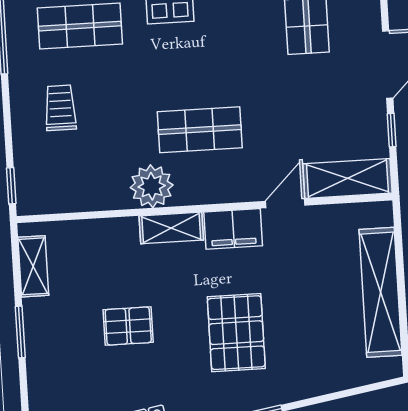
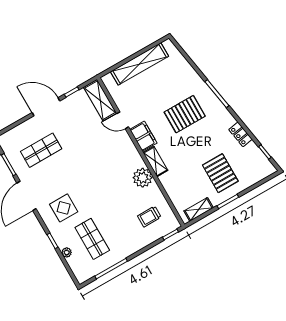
trolley: (60, 108) -> (149, 217), moved
shop shelf: (200, 130) -> (110, 170), removed
pallet: (128, 326) -> (220, 173), moved, width x1.50, depth x1.42

